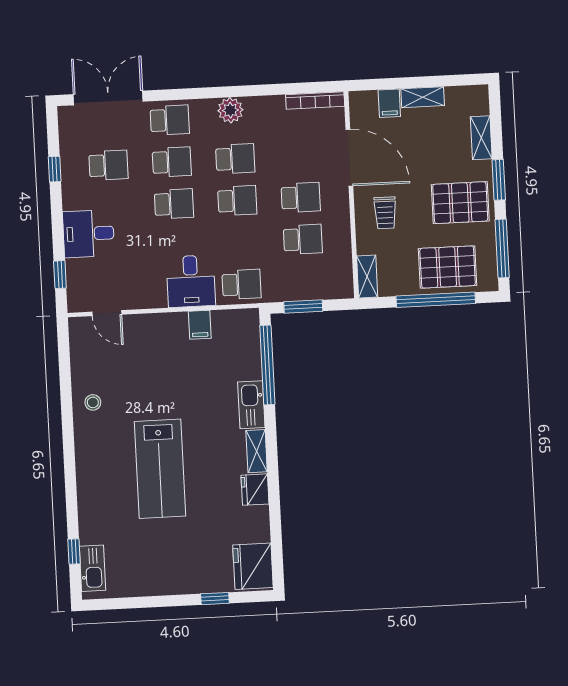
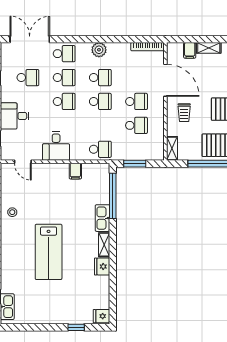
desk: (191, 281) -> (56, 146), moved
fridge: (253, 566) -> (101, 316), width x0.53, depth x0.75

